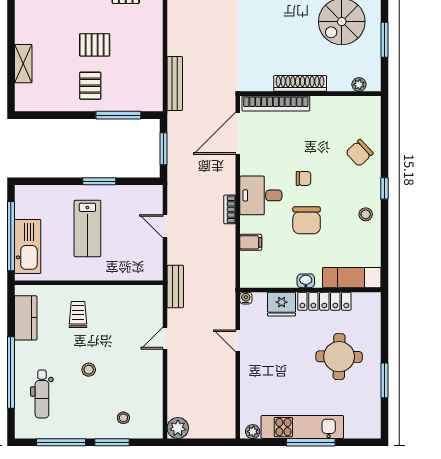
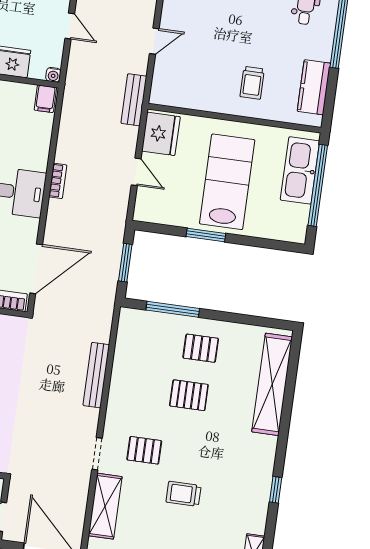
shelving: (23, 64) -> (272, 384), width x2.20, depth x1.33
bench: (175, 84) -> (96, 375), moved
pallet: (90, 86) -> (201, 348), turned 90
lab bench: (87, 228) -> (227, 182), width x1.36, depth x1.39
filing cabinet: (251, 242) -> (45, 99), moved, turned -90
fridge: (149, 261) -> (161, 134), added
stool: (89, 370) -> (249, 17), removed

